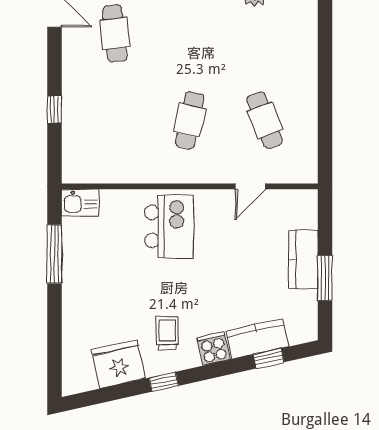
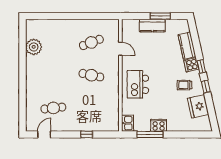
kitchen island: (169, 227) -> (138, 84), turned -90
cooker: (75, 274) -> (159, 125), added
window: (269, 358) -> (201, 66), moved

